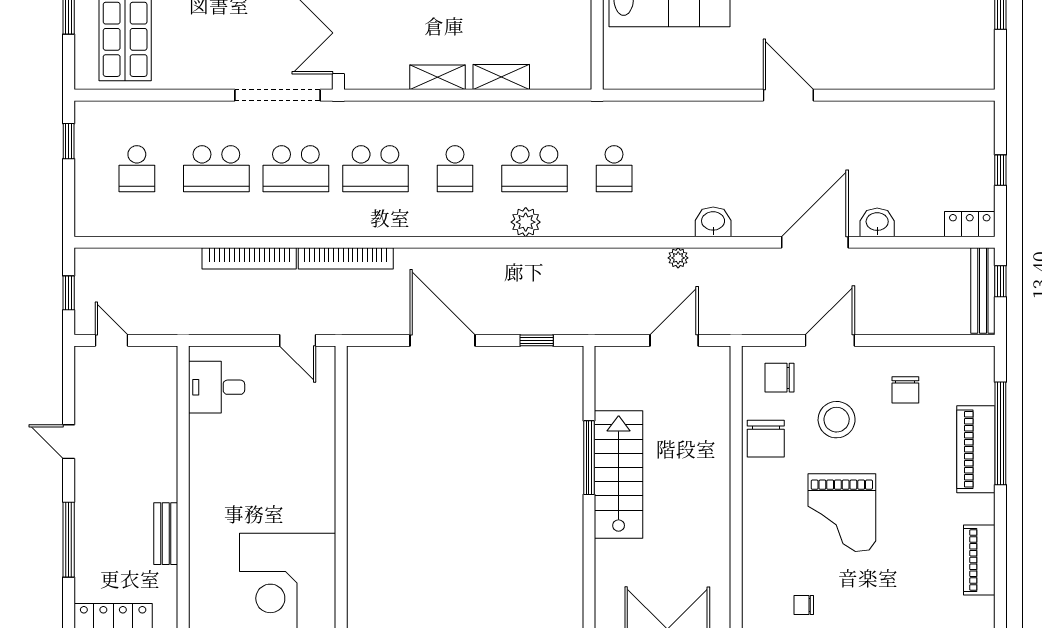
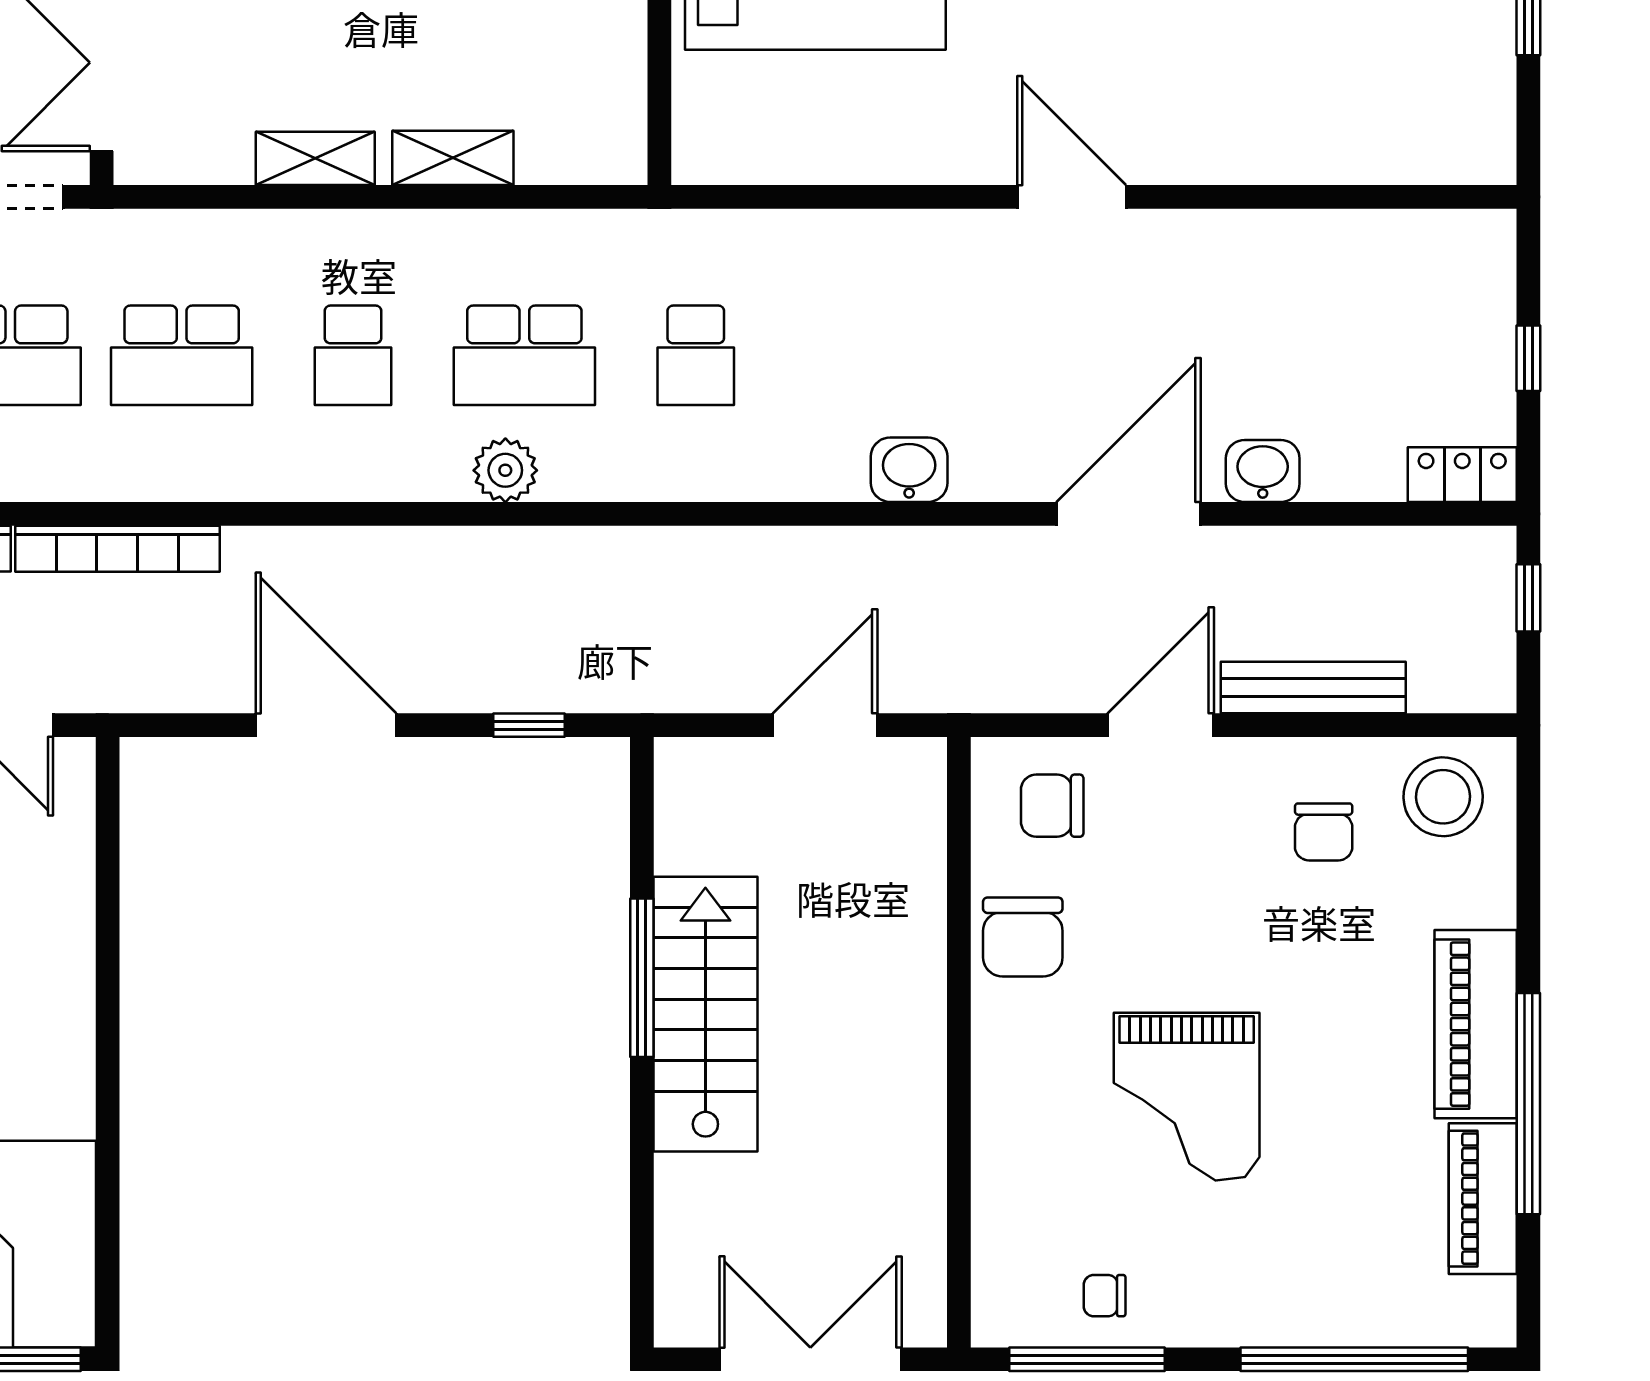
plant: (678, 258) -> (834, 548), removed
bench: (983, 291) -> (1313, 688), moved, turned 90
stool: (837, 420) -> (1443, 797), moved
window: (1000, 433) -> (1528, 1104), moved
piano: (976, 449) -> (1476, 1024), moved

